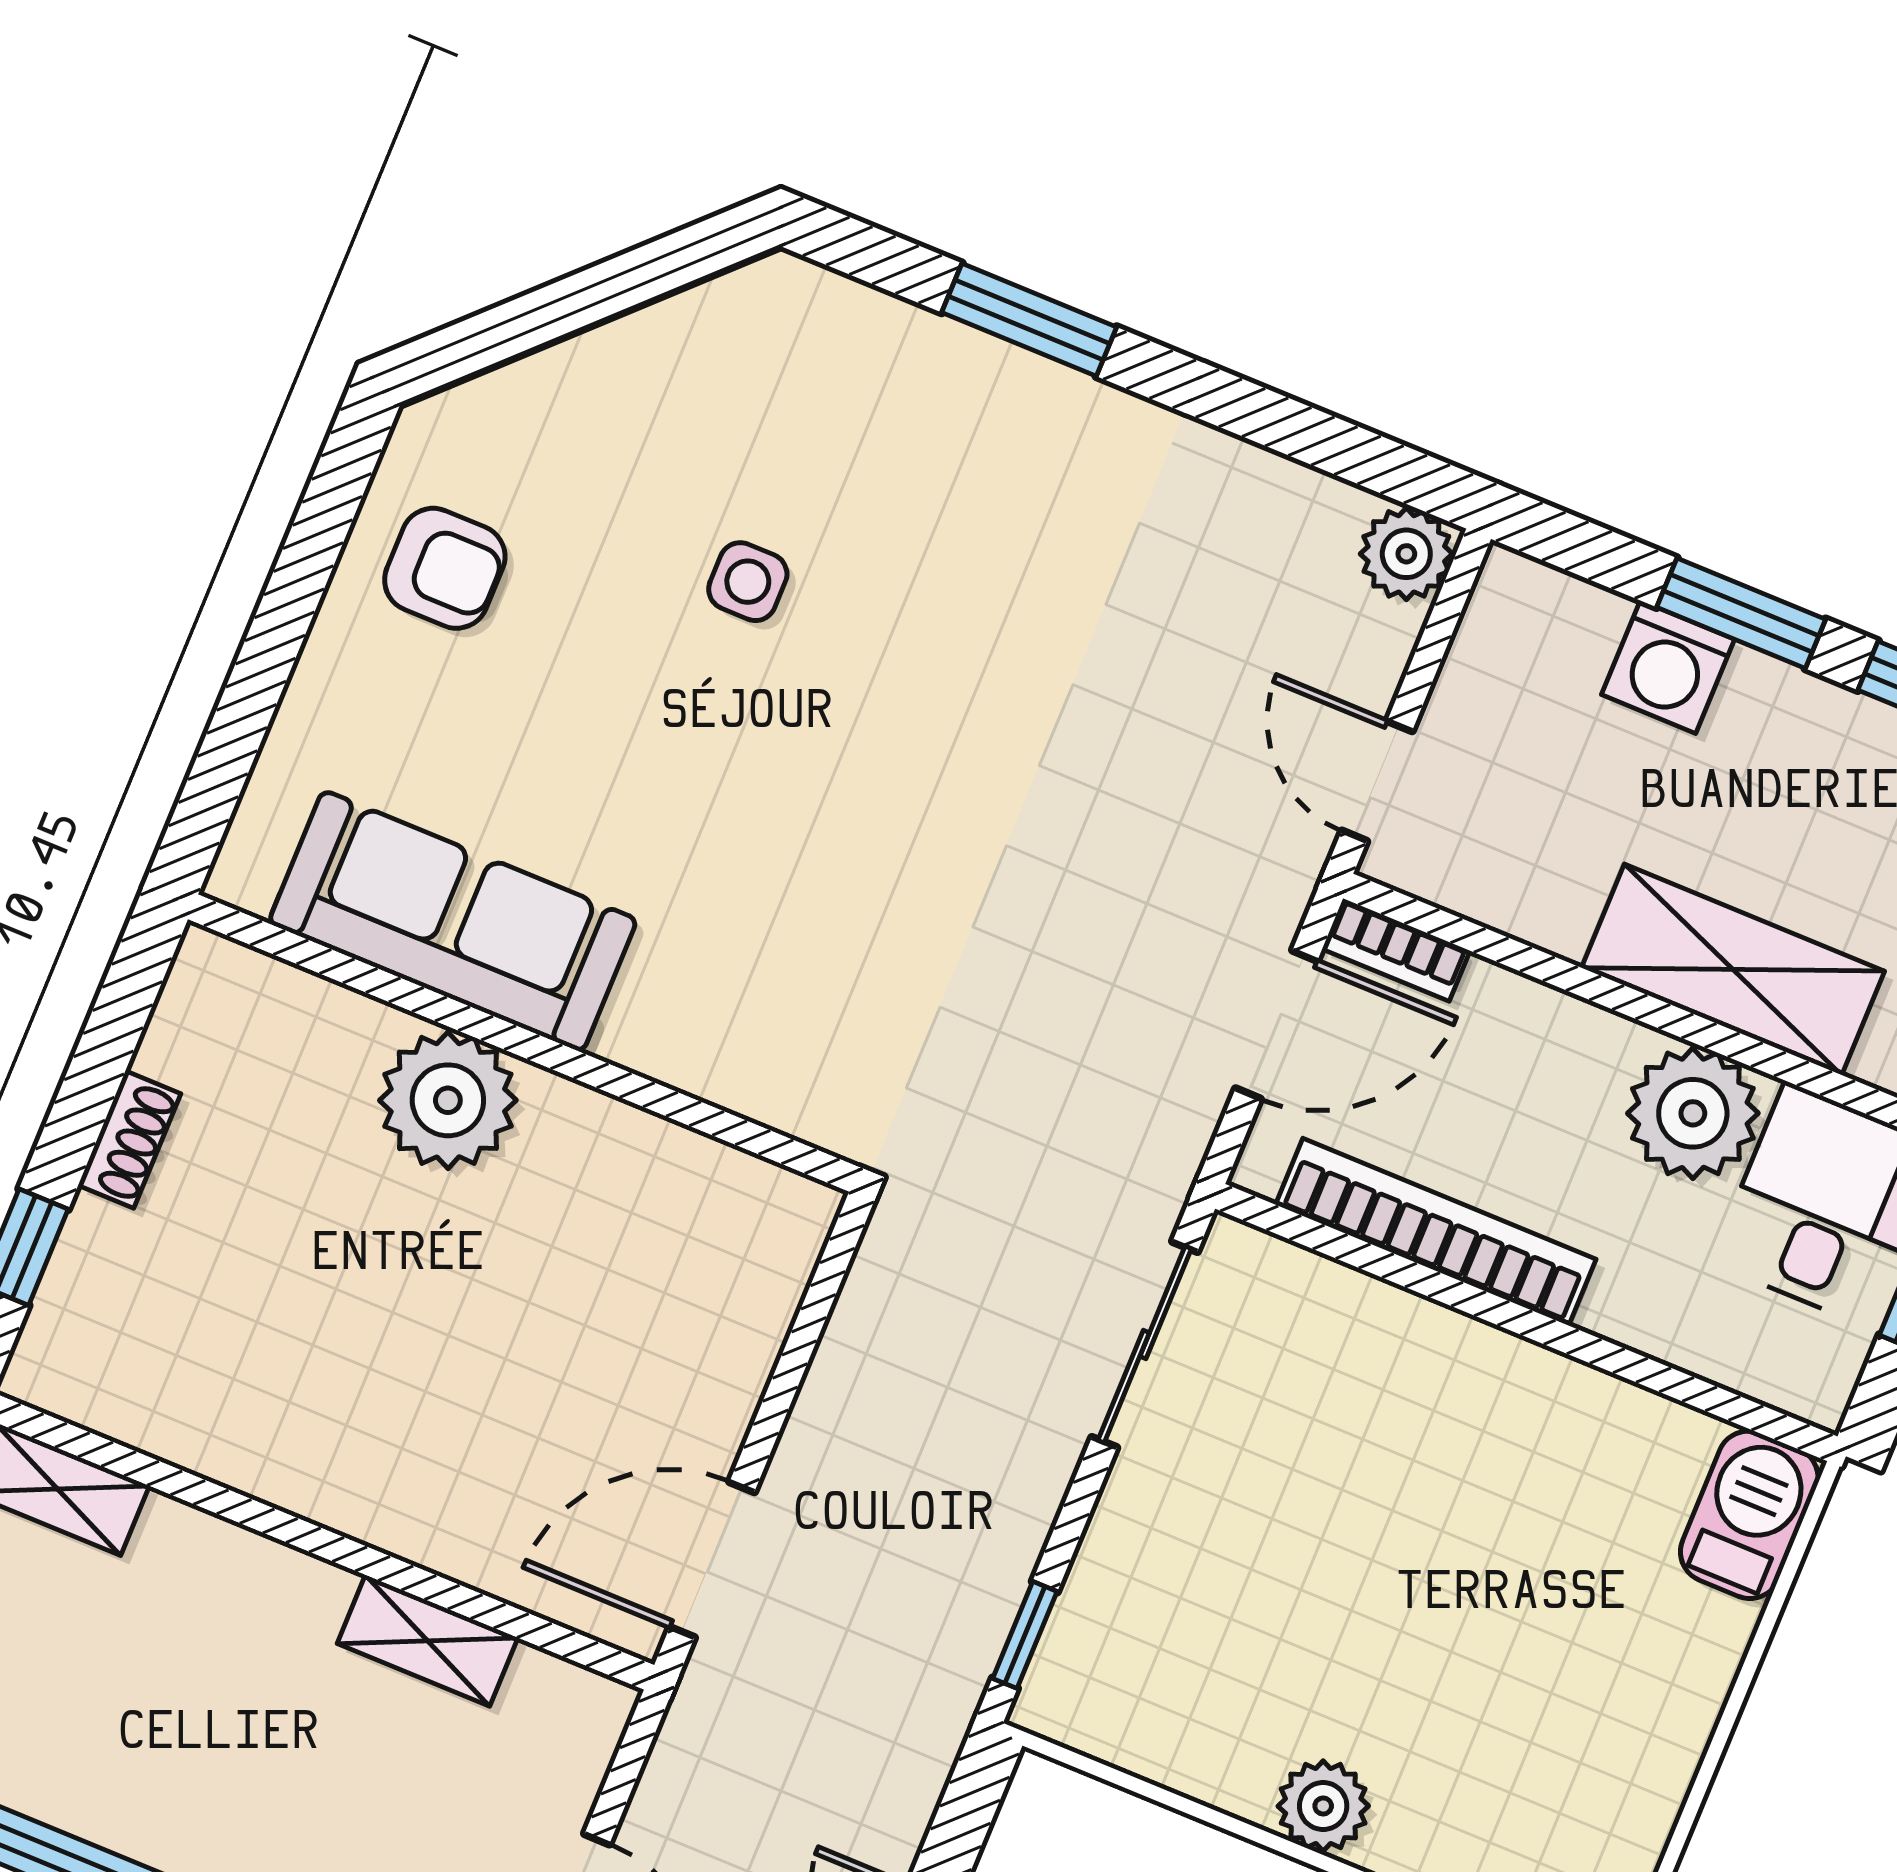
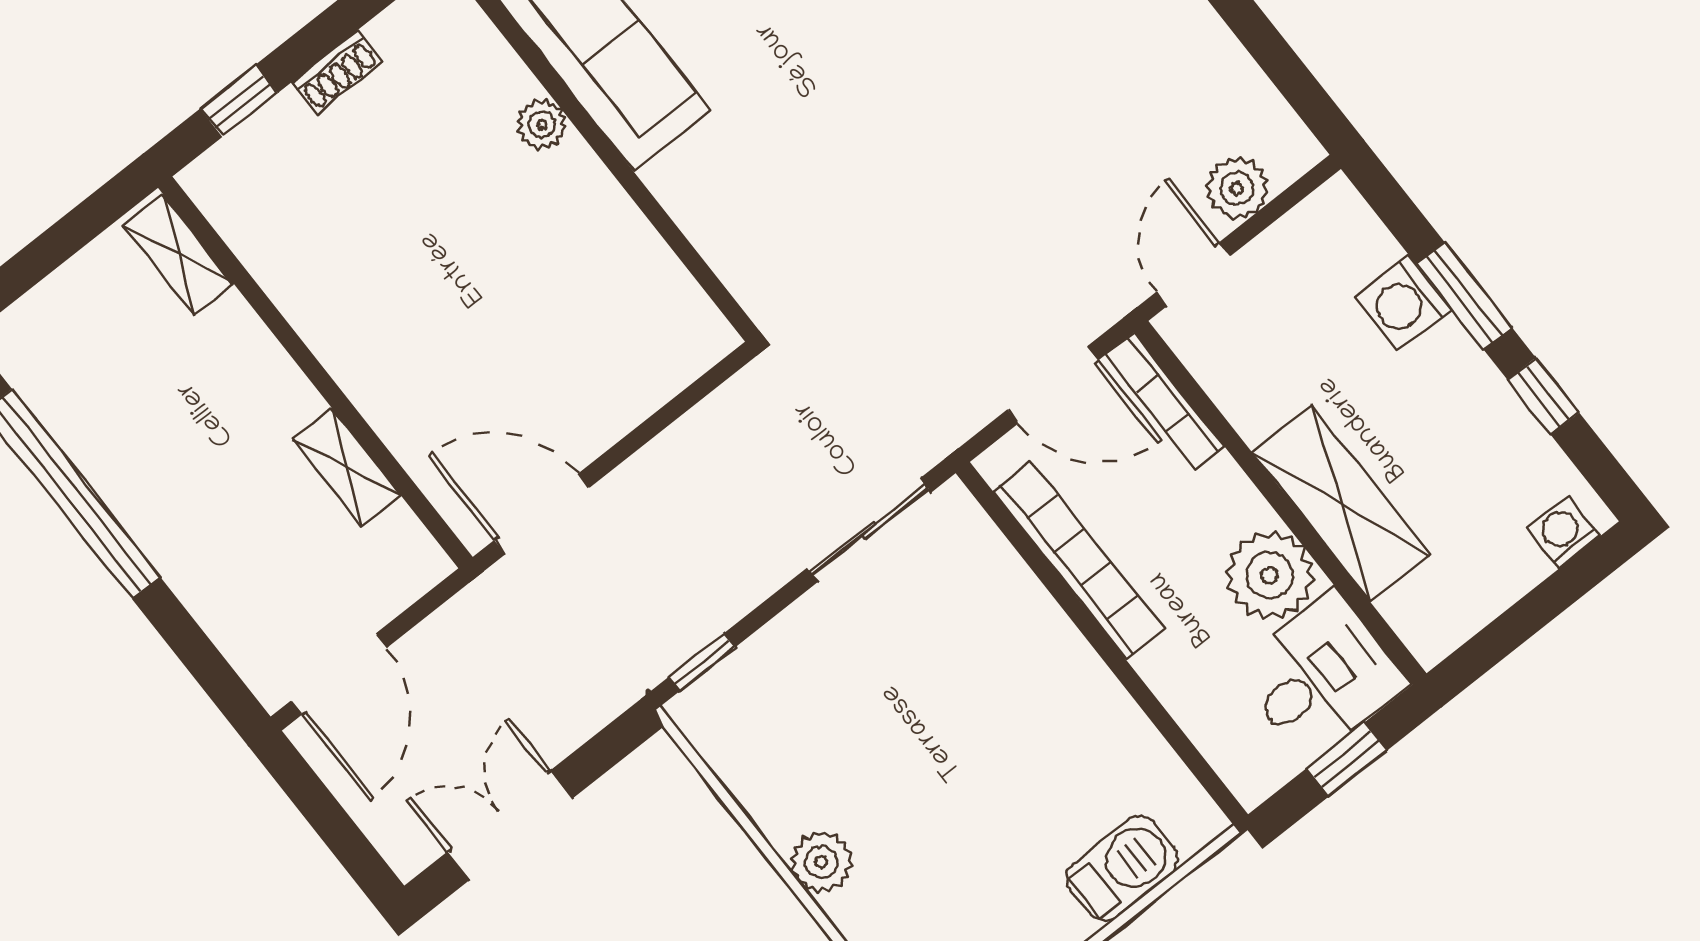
plant: (1406, 554) -> (1237, 188), moved
bookcase: (1396, 950) -> (1165, 401), width x1.56
plant: (448, 1100) -> (542, 124), width x0.53, depth x0.53
barbecue: (1749, 1515) -> (1122, 869), moved

